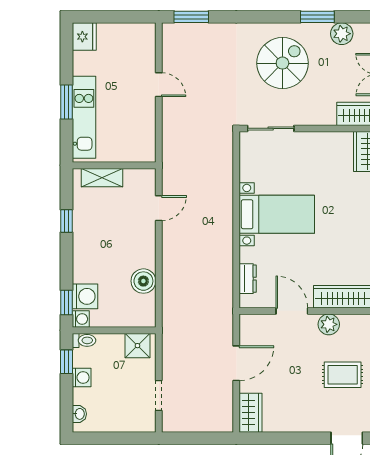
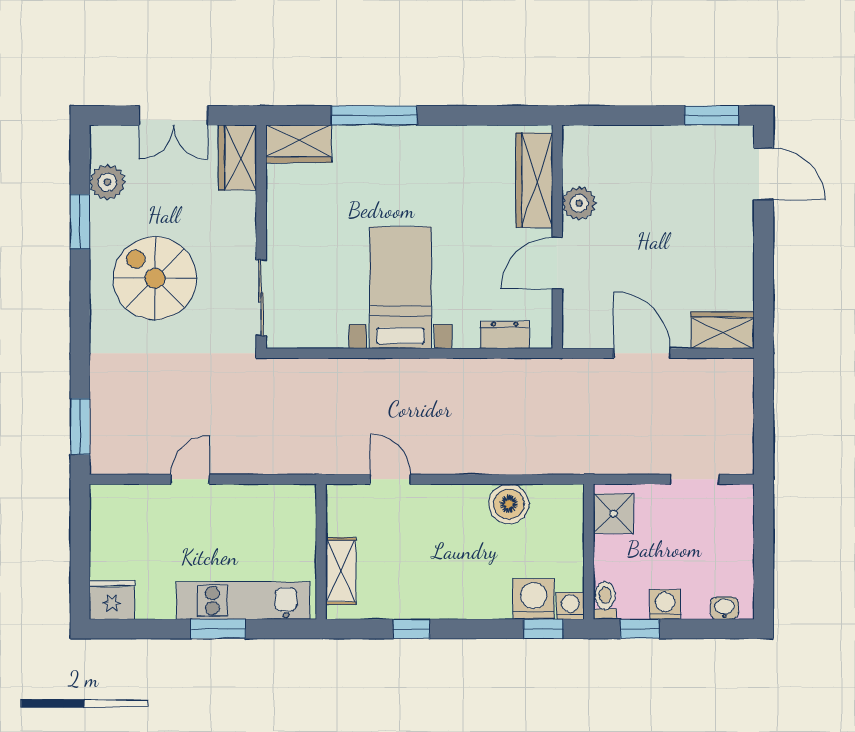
rug: (343, 375) -> (661, 181), removed

